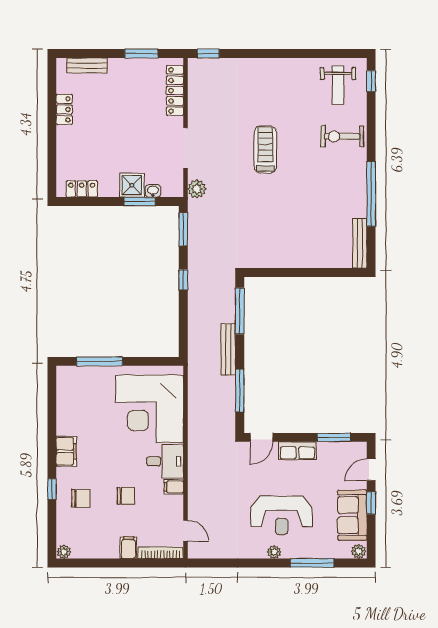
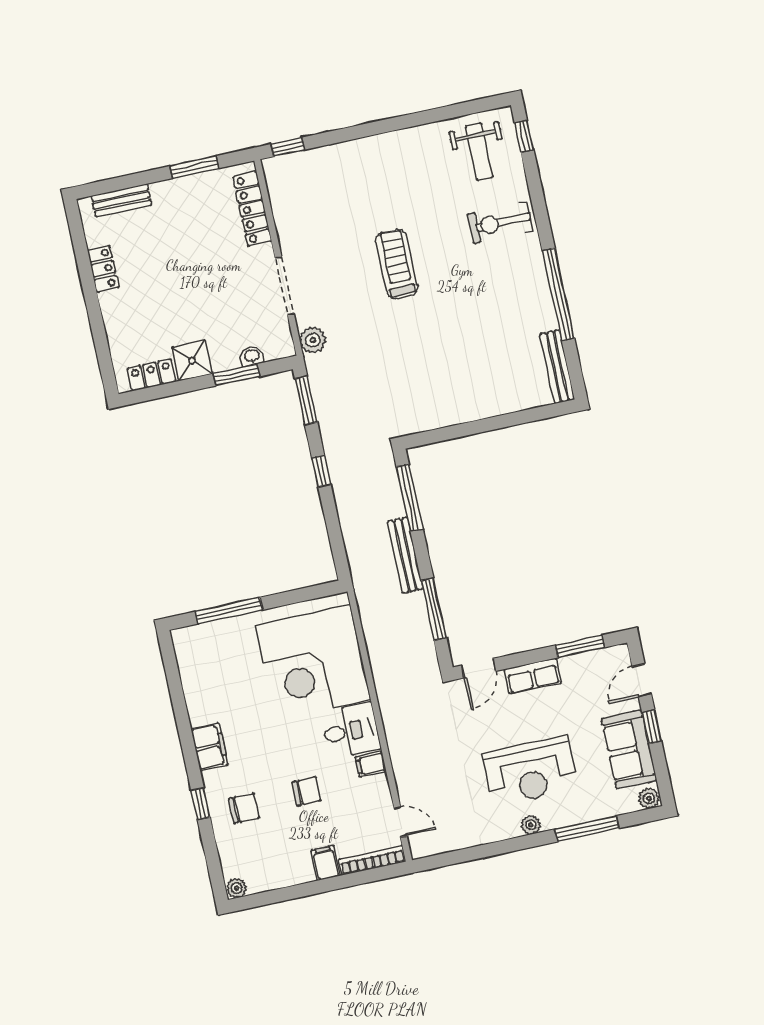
shower: (132, 185) -> (192, 361), moved

